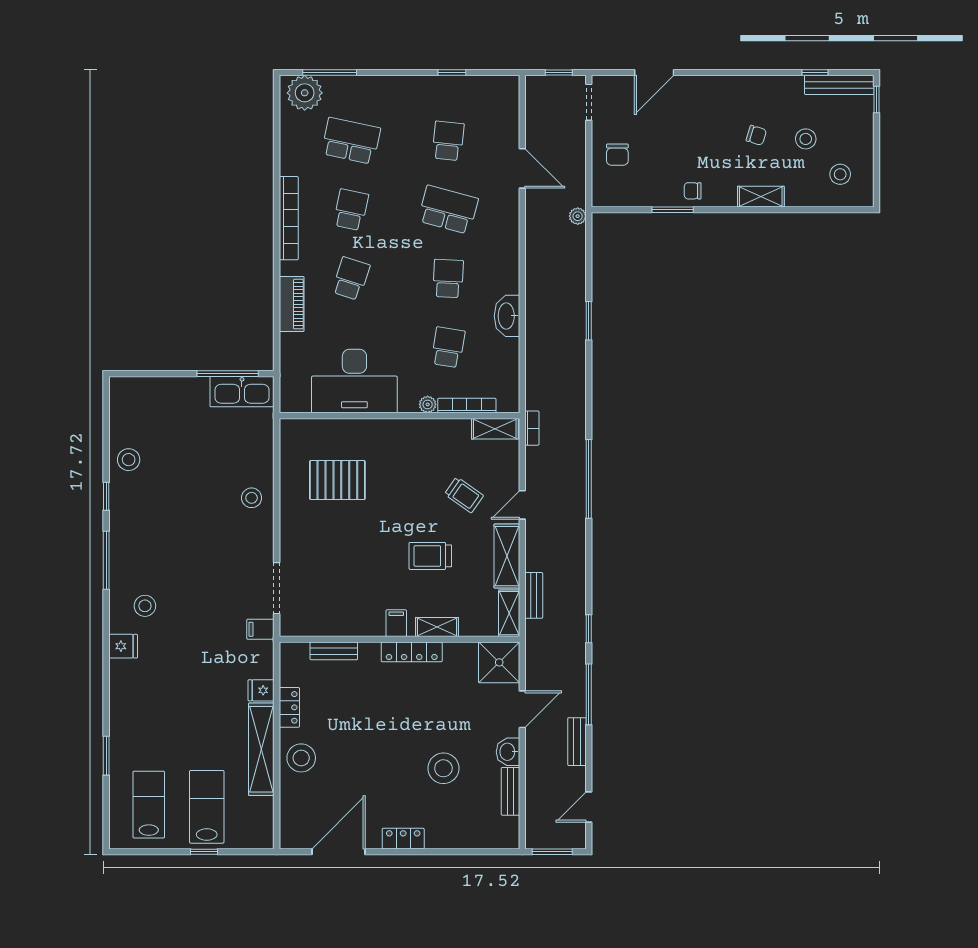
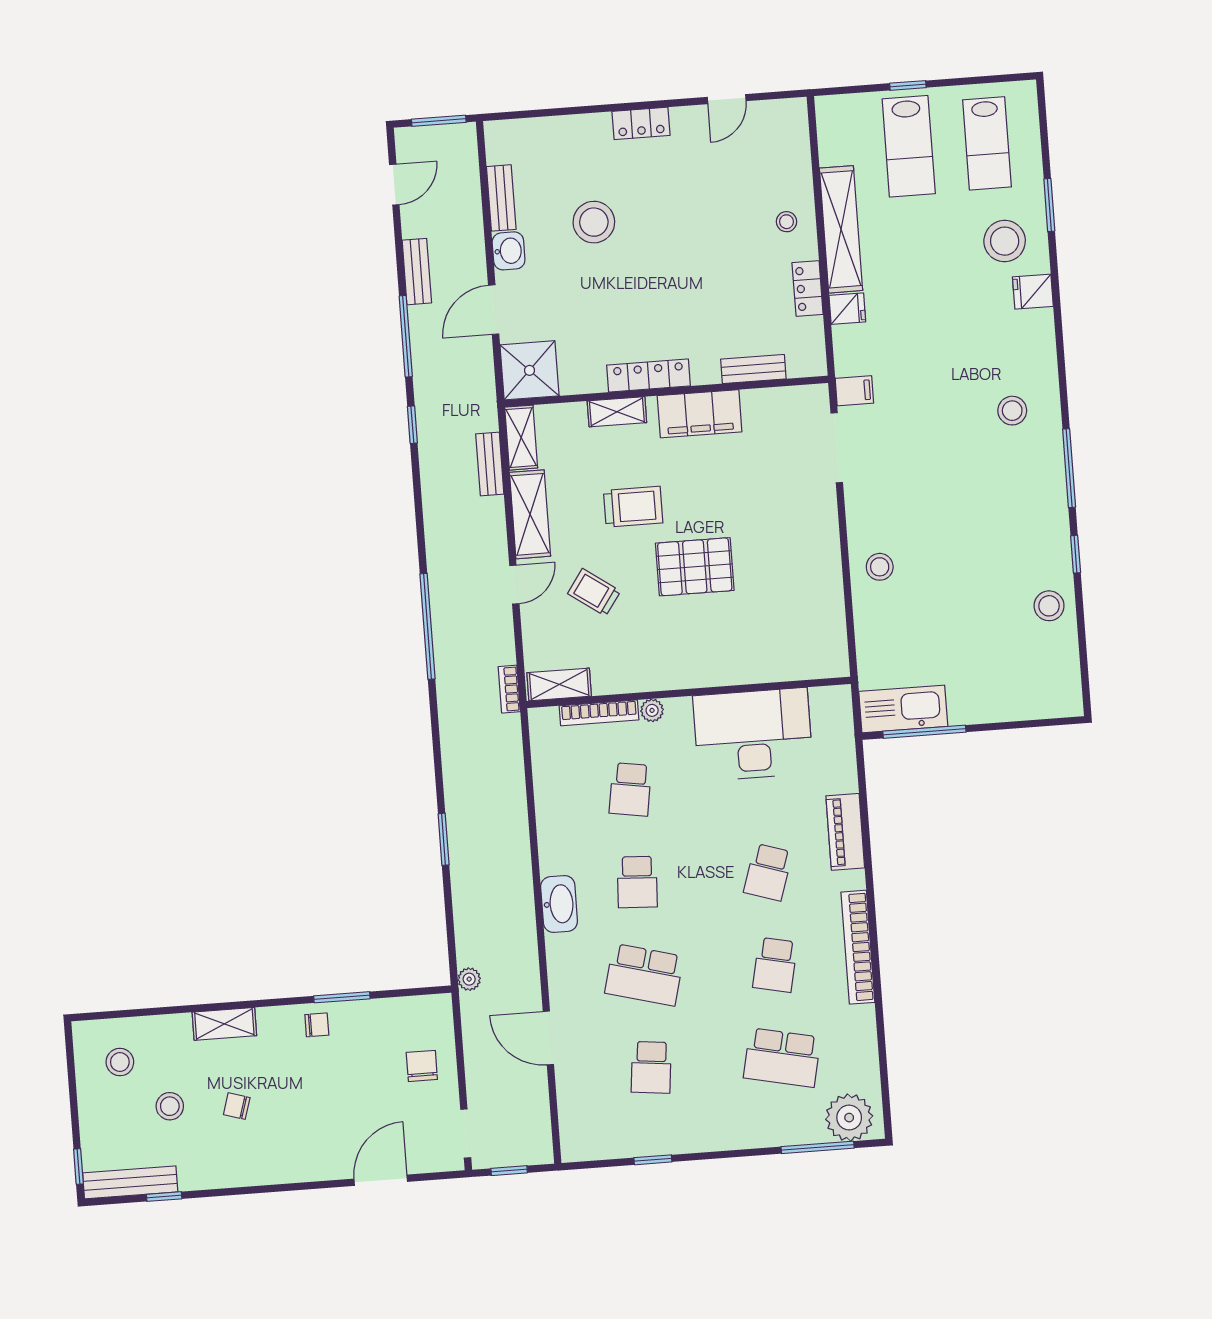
washbasin: (507, 316) -> (559, 904), moved
pallet: (337, 480) -> (695, 567), moved
filing cabinet: (396, 623) -> (700, 414), width x3.00, depth x1.17
fridge: (123, 646) -> (1033, 292), moved
stool: (141, 731) -> (1005, 241), added
stool: (301, 758) -> (786, 222), width x0.53, depth x0.53
door: (339, 852) -> (727, 99), width x0.53

